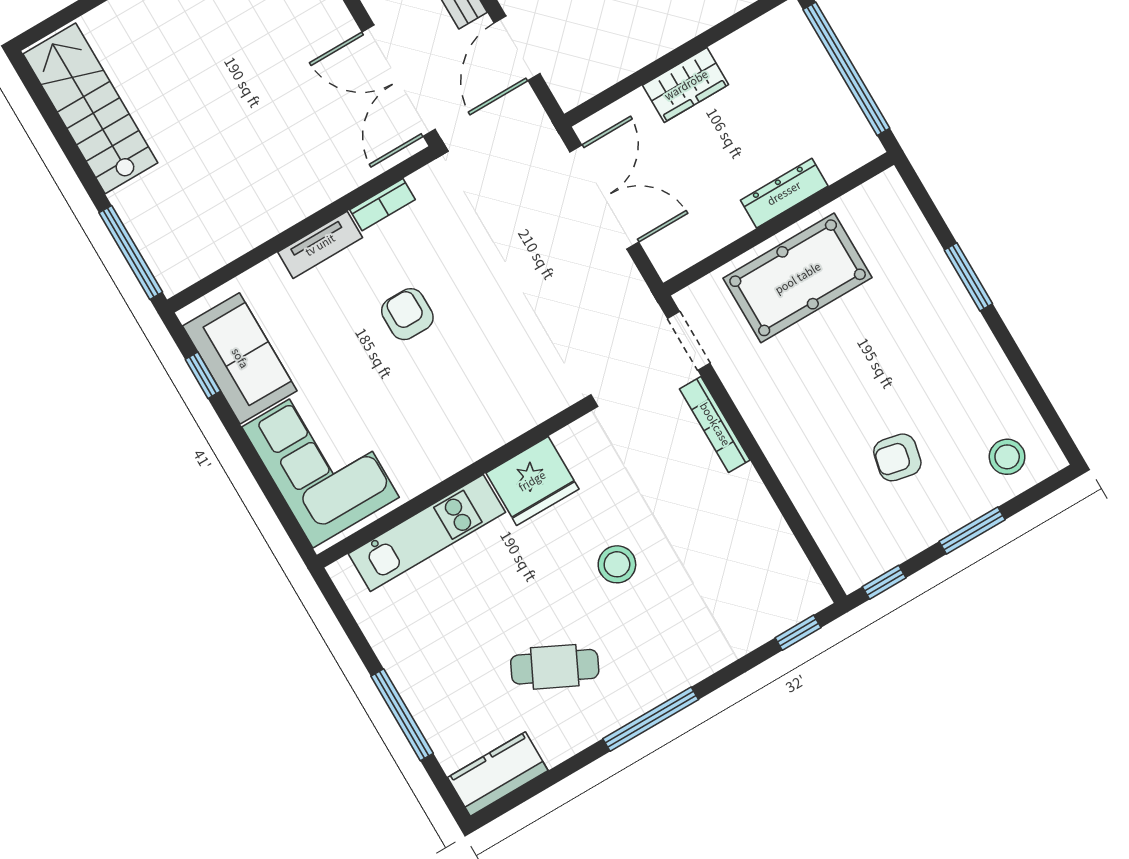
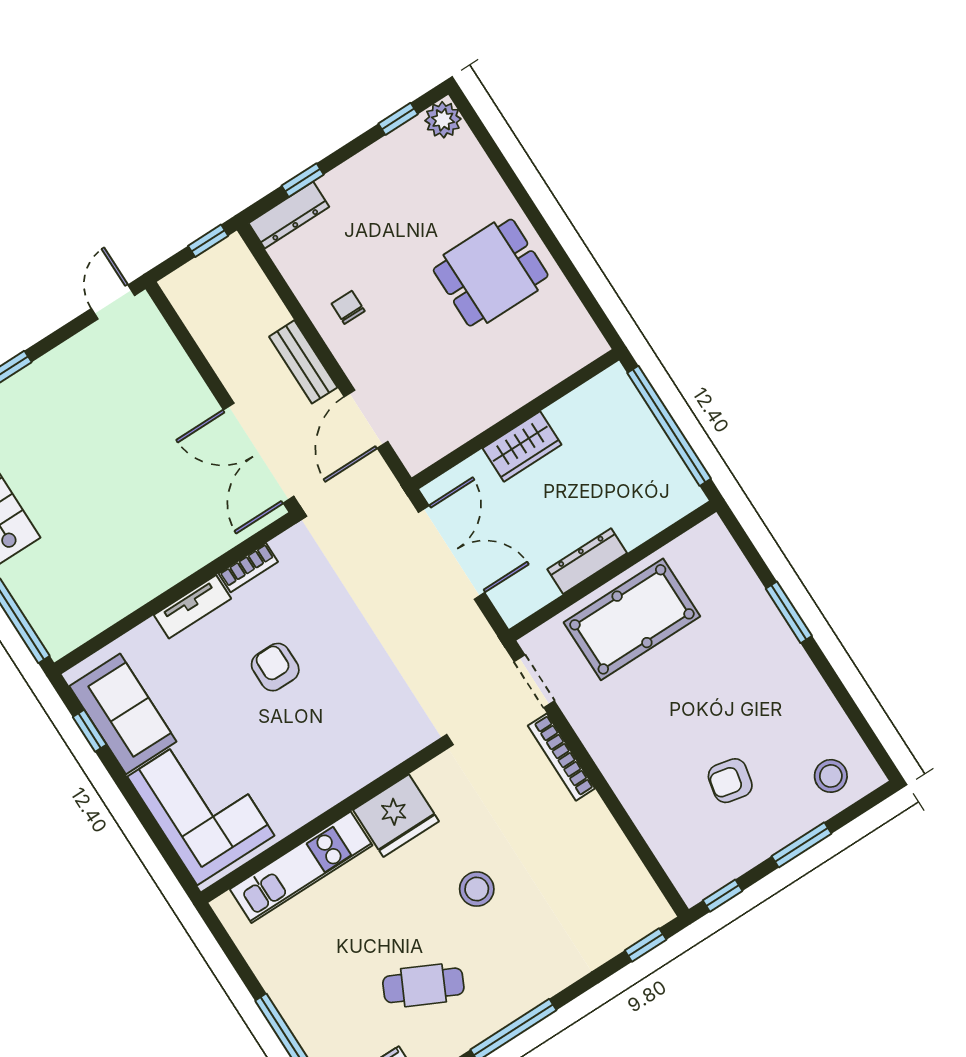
dresser: (784, 193) -> (587, 561), moved

